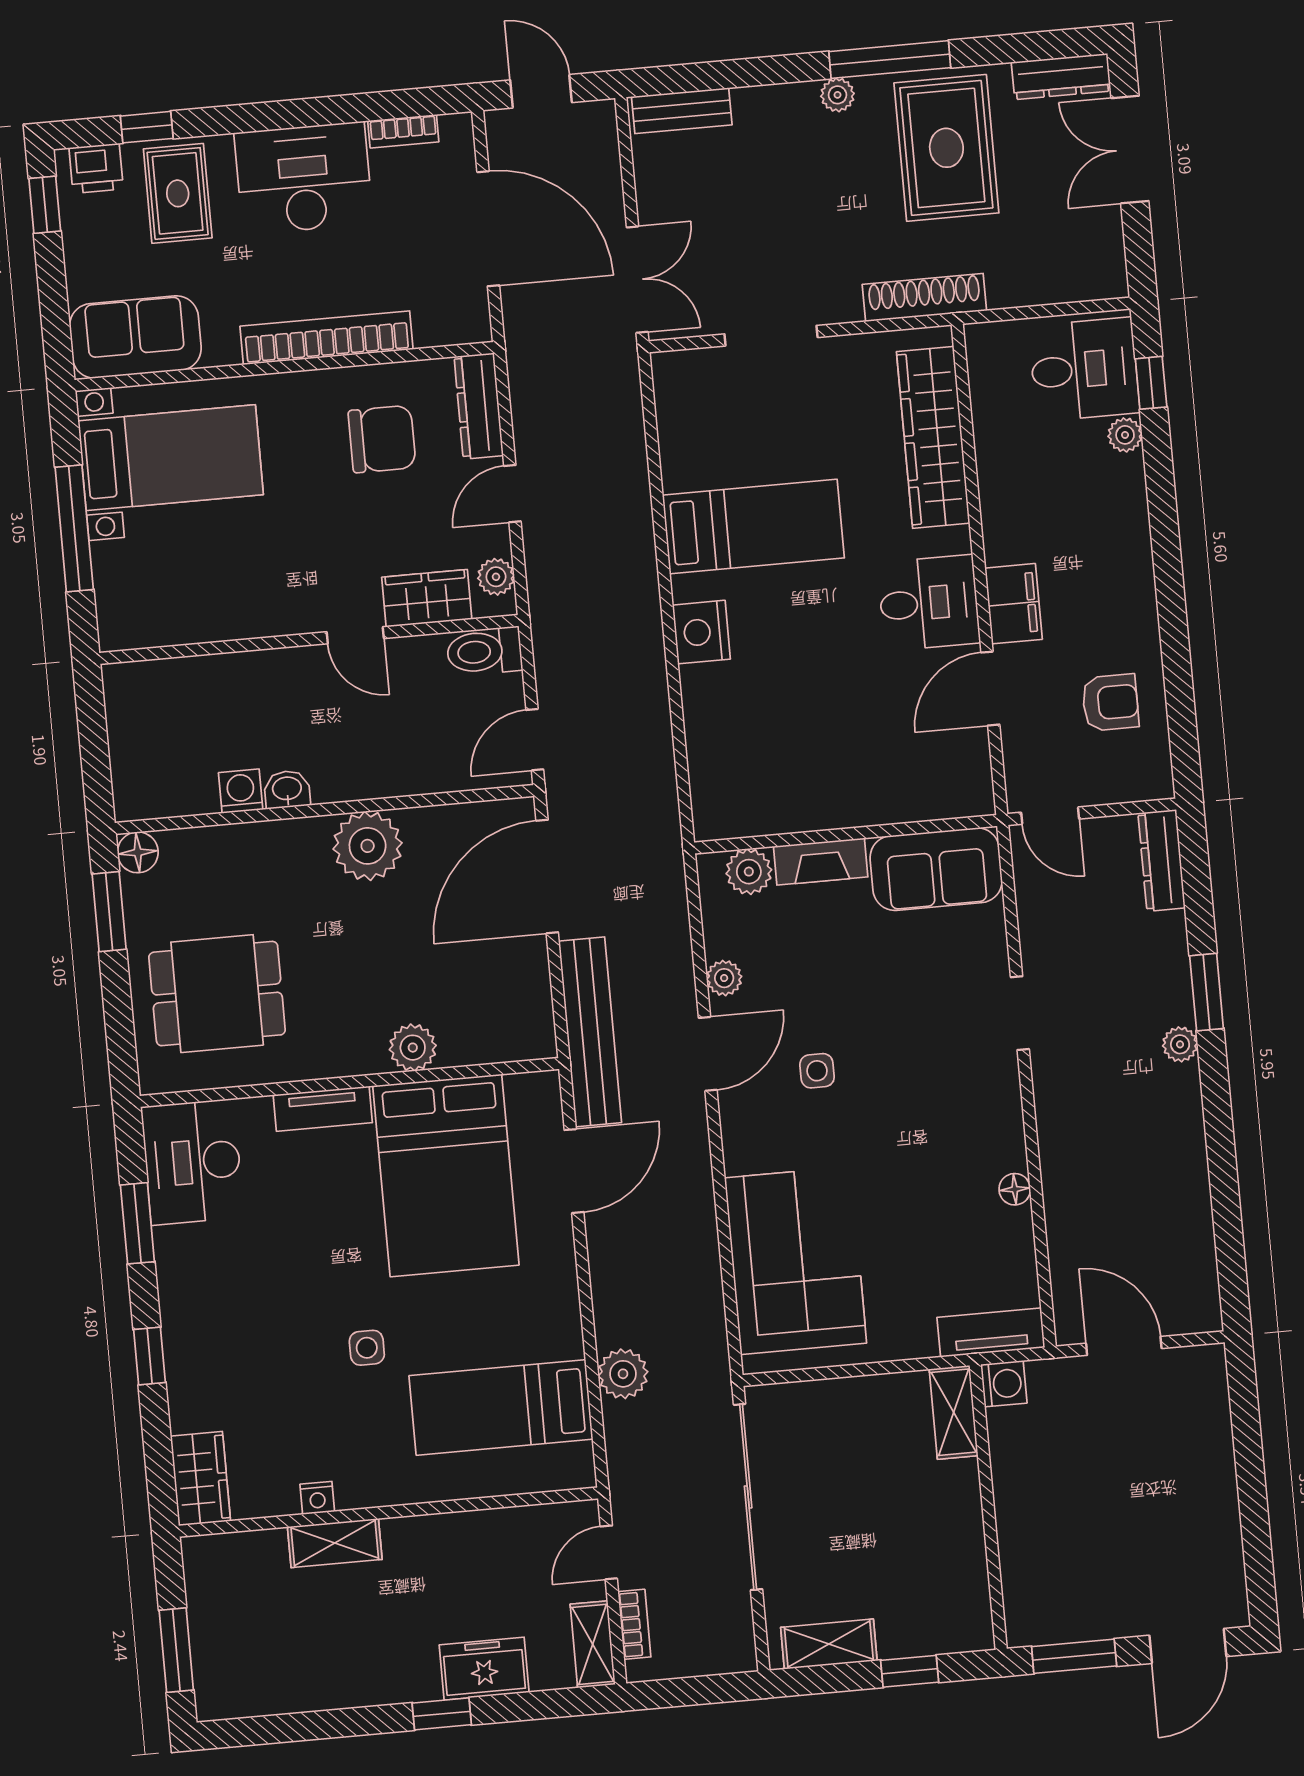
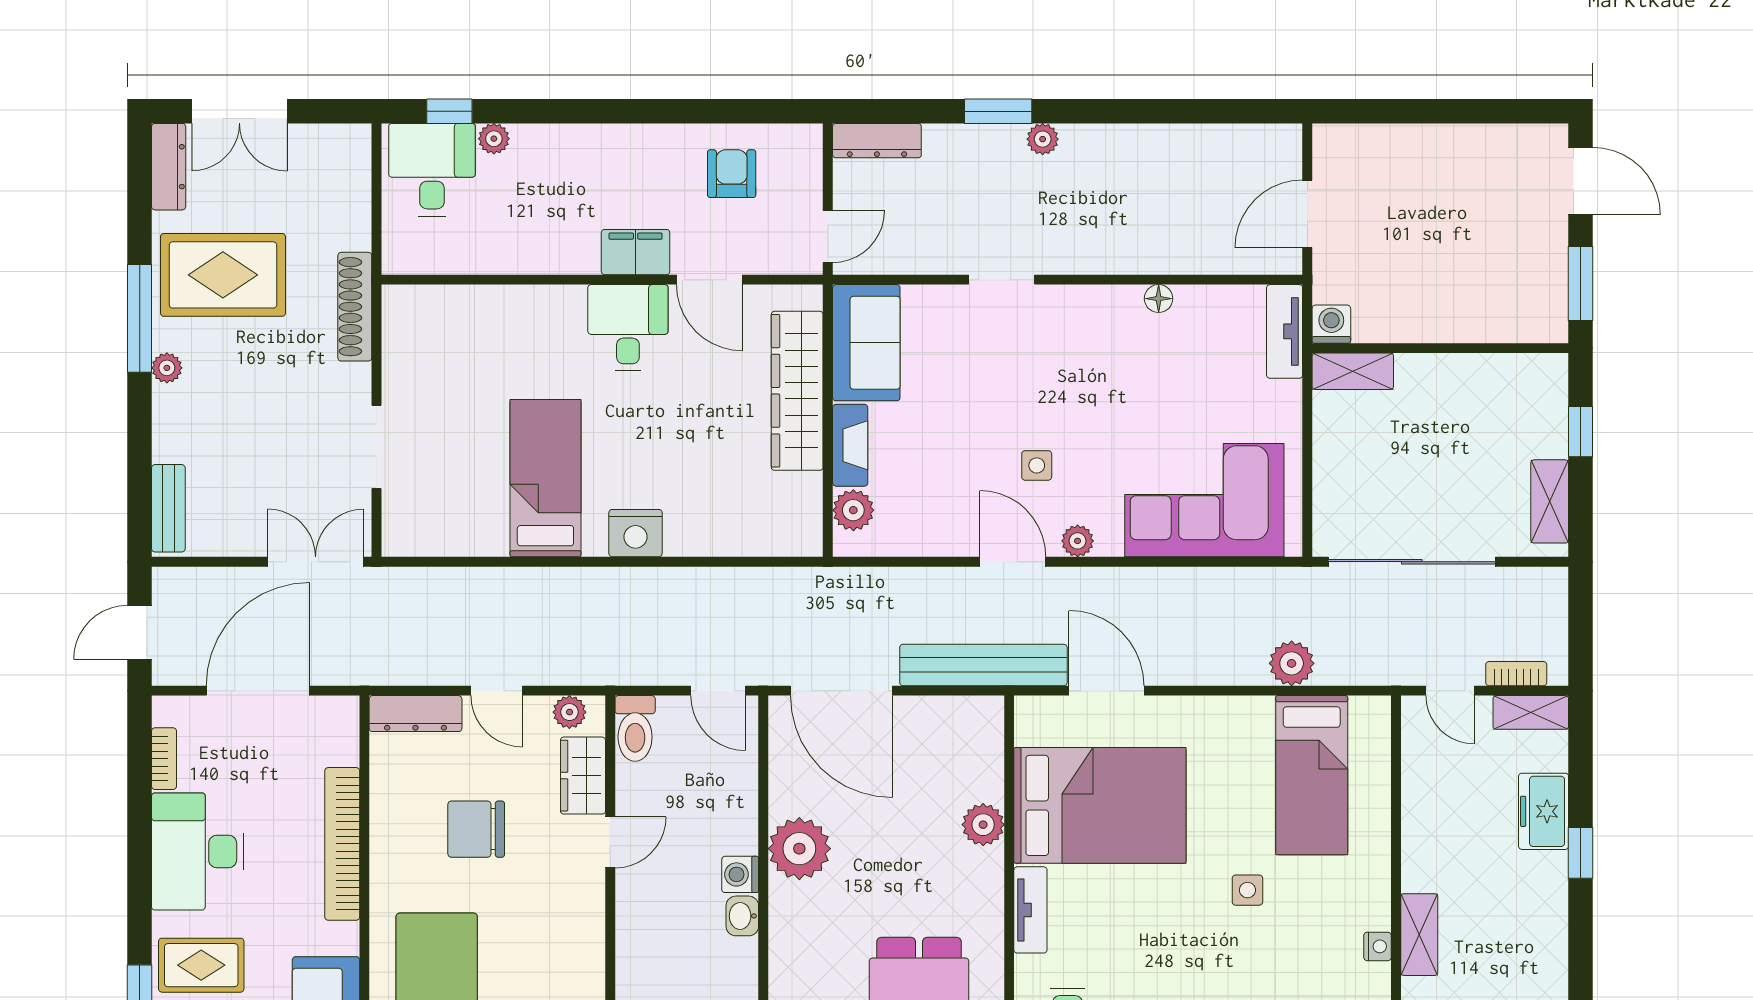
wardrobe: (933, 437) -> (797, 391), moved, turned 90
chair: (382, 439) -> (476, 829), moved, turned -90
washing machine: (241, 791) -> (740, 874), moved
plant: (724, 978) -> (1078, 541), moved

